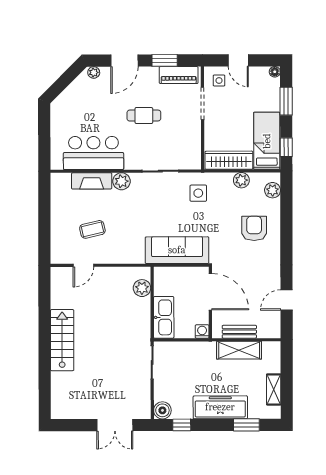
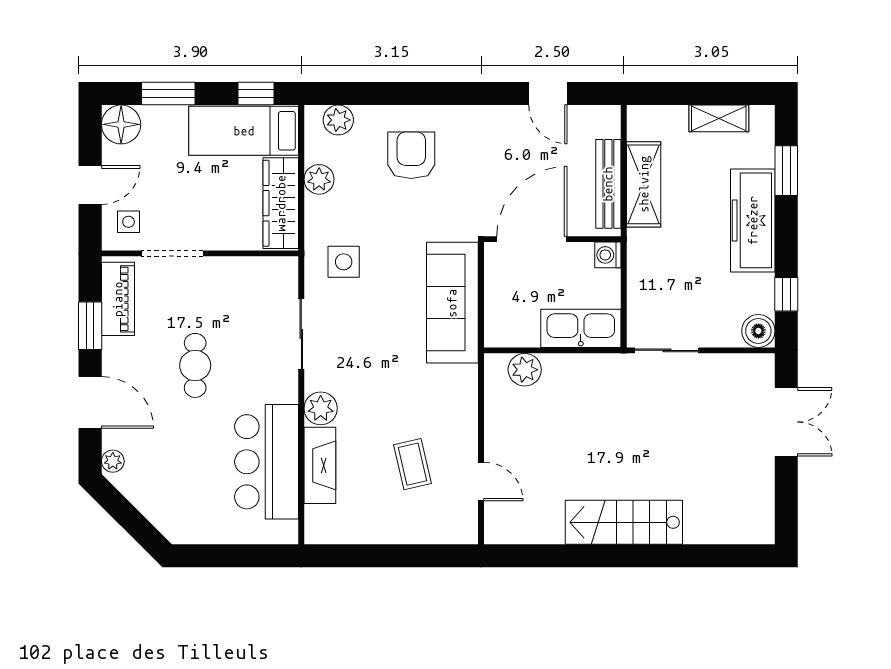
floor lamp: (275, 72) -> (121, 124), width x1.89, depth x1.89
armchair: (254, 228) -> (411, 155), turned 90
bench: (239, 332) -> (608, 184), width x1.36

